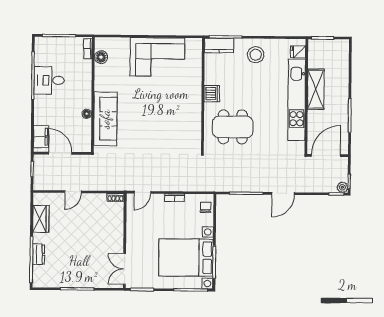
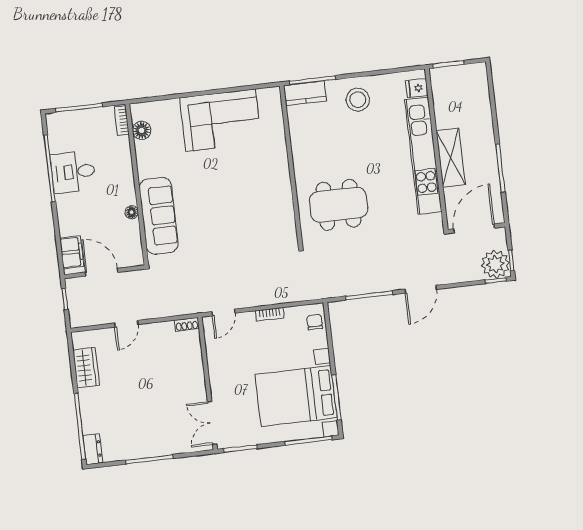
shelving: (316, 89) -> (451, 158), moved
dishwasher: (212, 94) -> (303, 162), removed
plant: (342, 187) -> (495, 264), width x1.88, depth x1.88
dresser: (39, 254) -> (93, 449), moved

